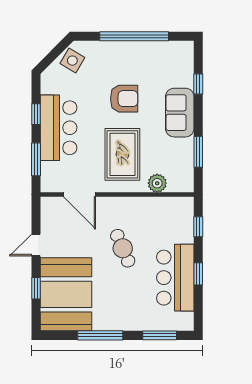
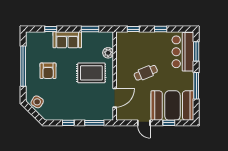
armchair: (124, 99) -> (48, 71), moved, turned 180
bar counter: (59, 128) -> (76, 110), removed
bar counter: (175, 278) -> (183, 52), moved, turned 90

